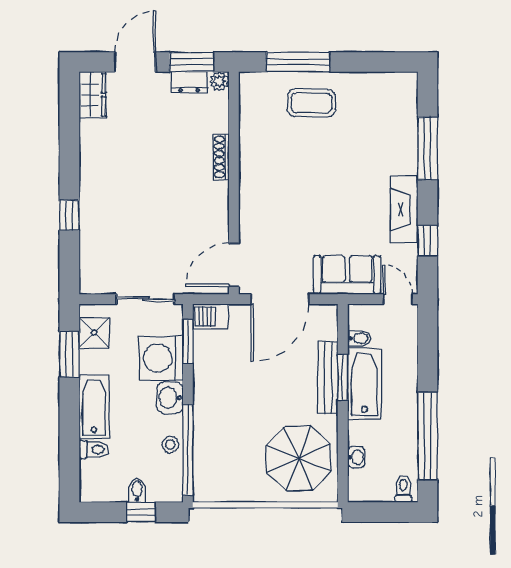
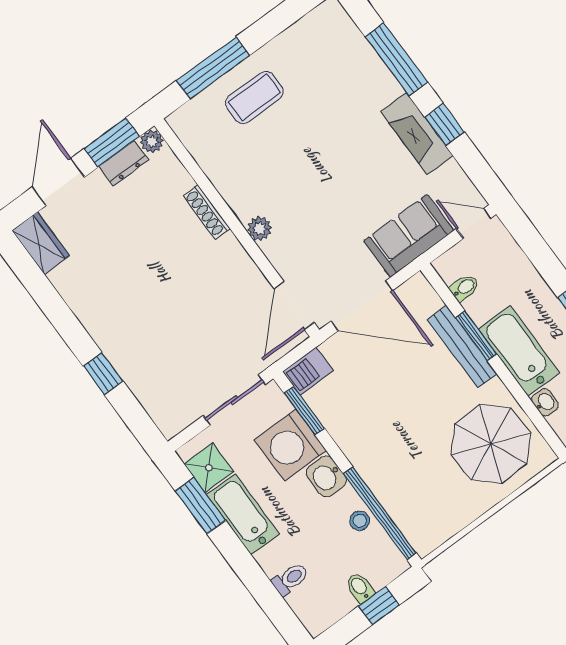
plant: (249, 195) -> (260, 229), added
window: (427, 241) -> (444, 124), moved
door: (280, 299) -> (362, 306), hinge flipped
bathtub: (364, 384) -> (519, 351), moved
bathtub: (94, 407) -> (243, 514), moved

